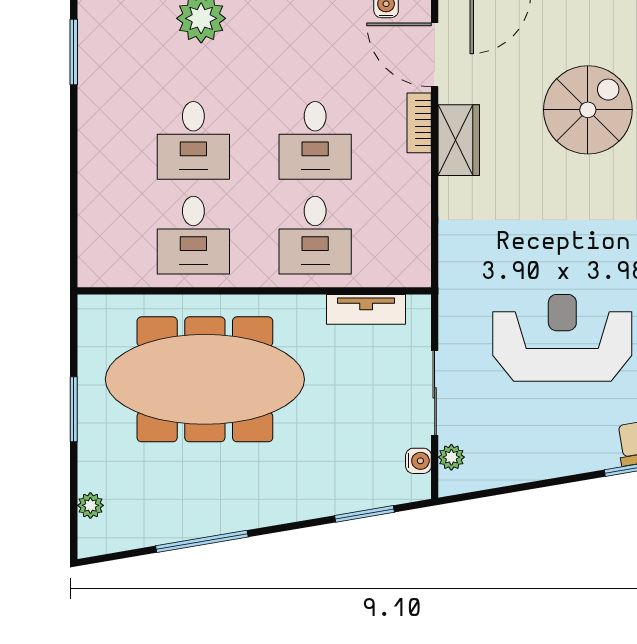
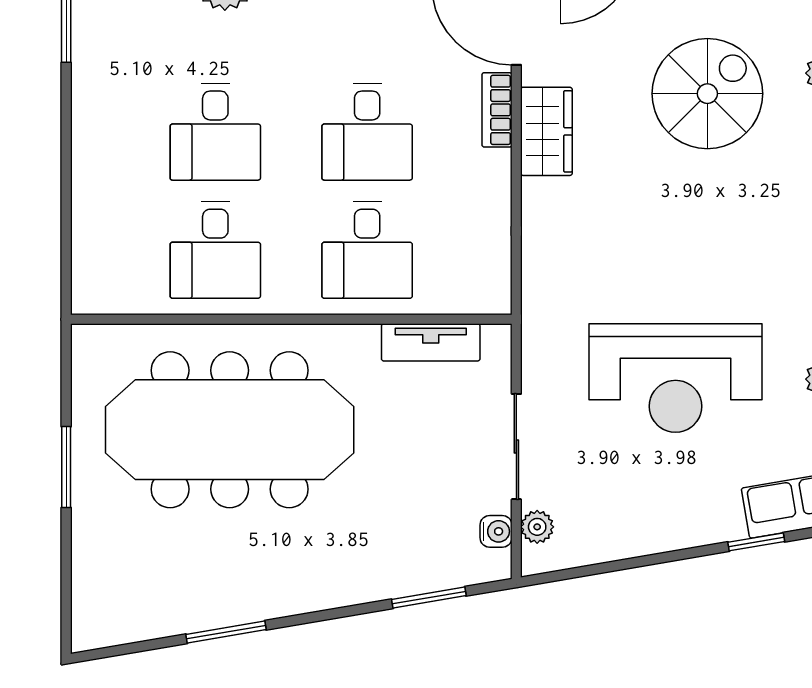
reception desk: (562, 338) -> (676, 378), turned 180
plant: (90, 505) -> (87, 587), removed
window: (202, 541) -> (226, 632), width x0.69

